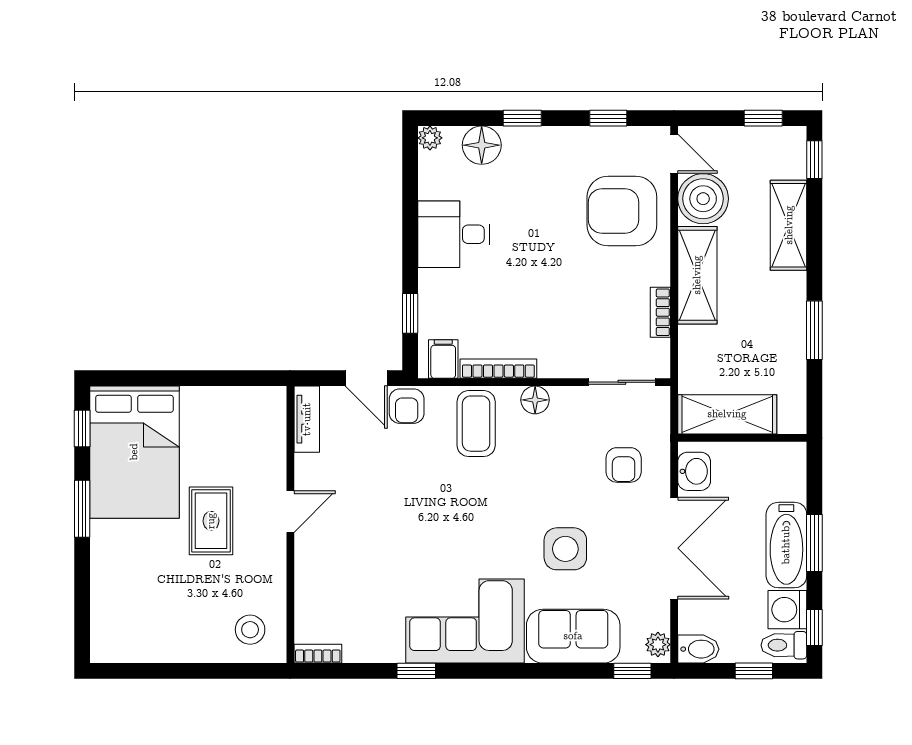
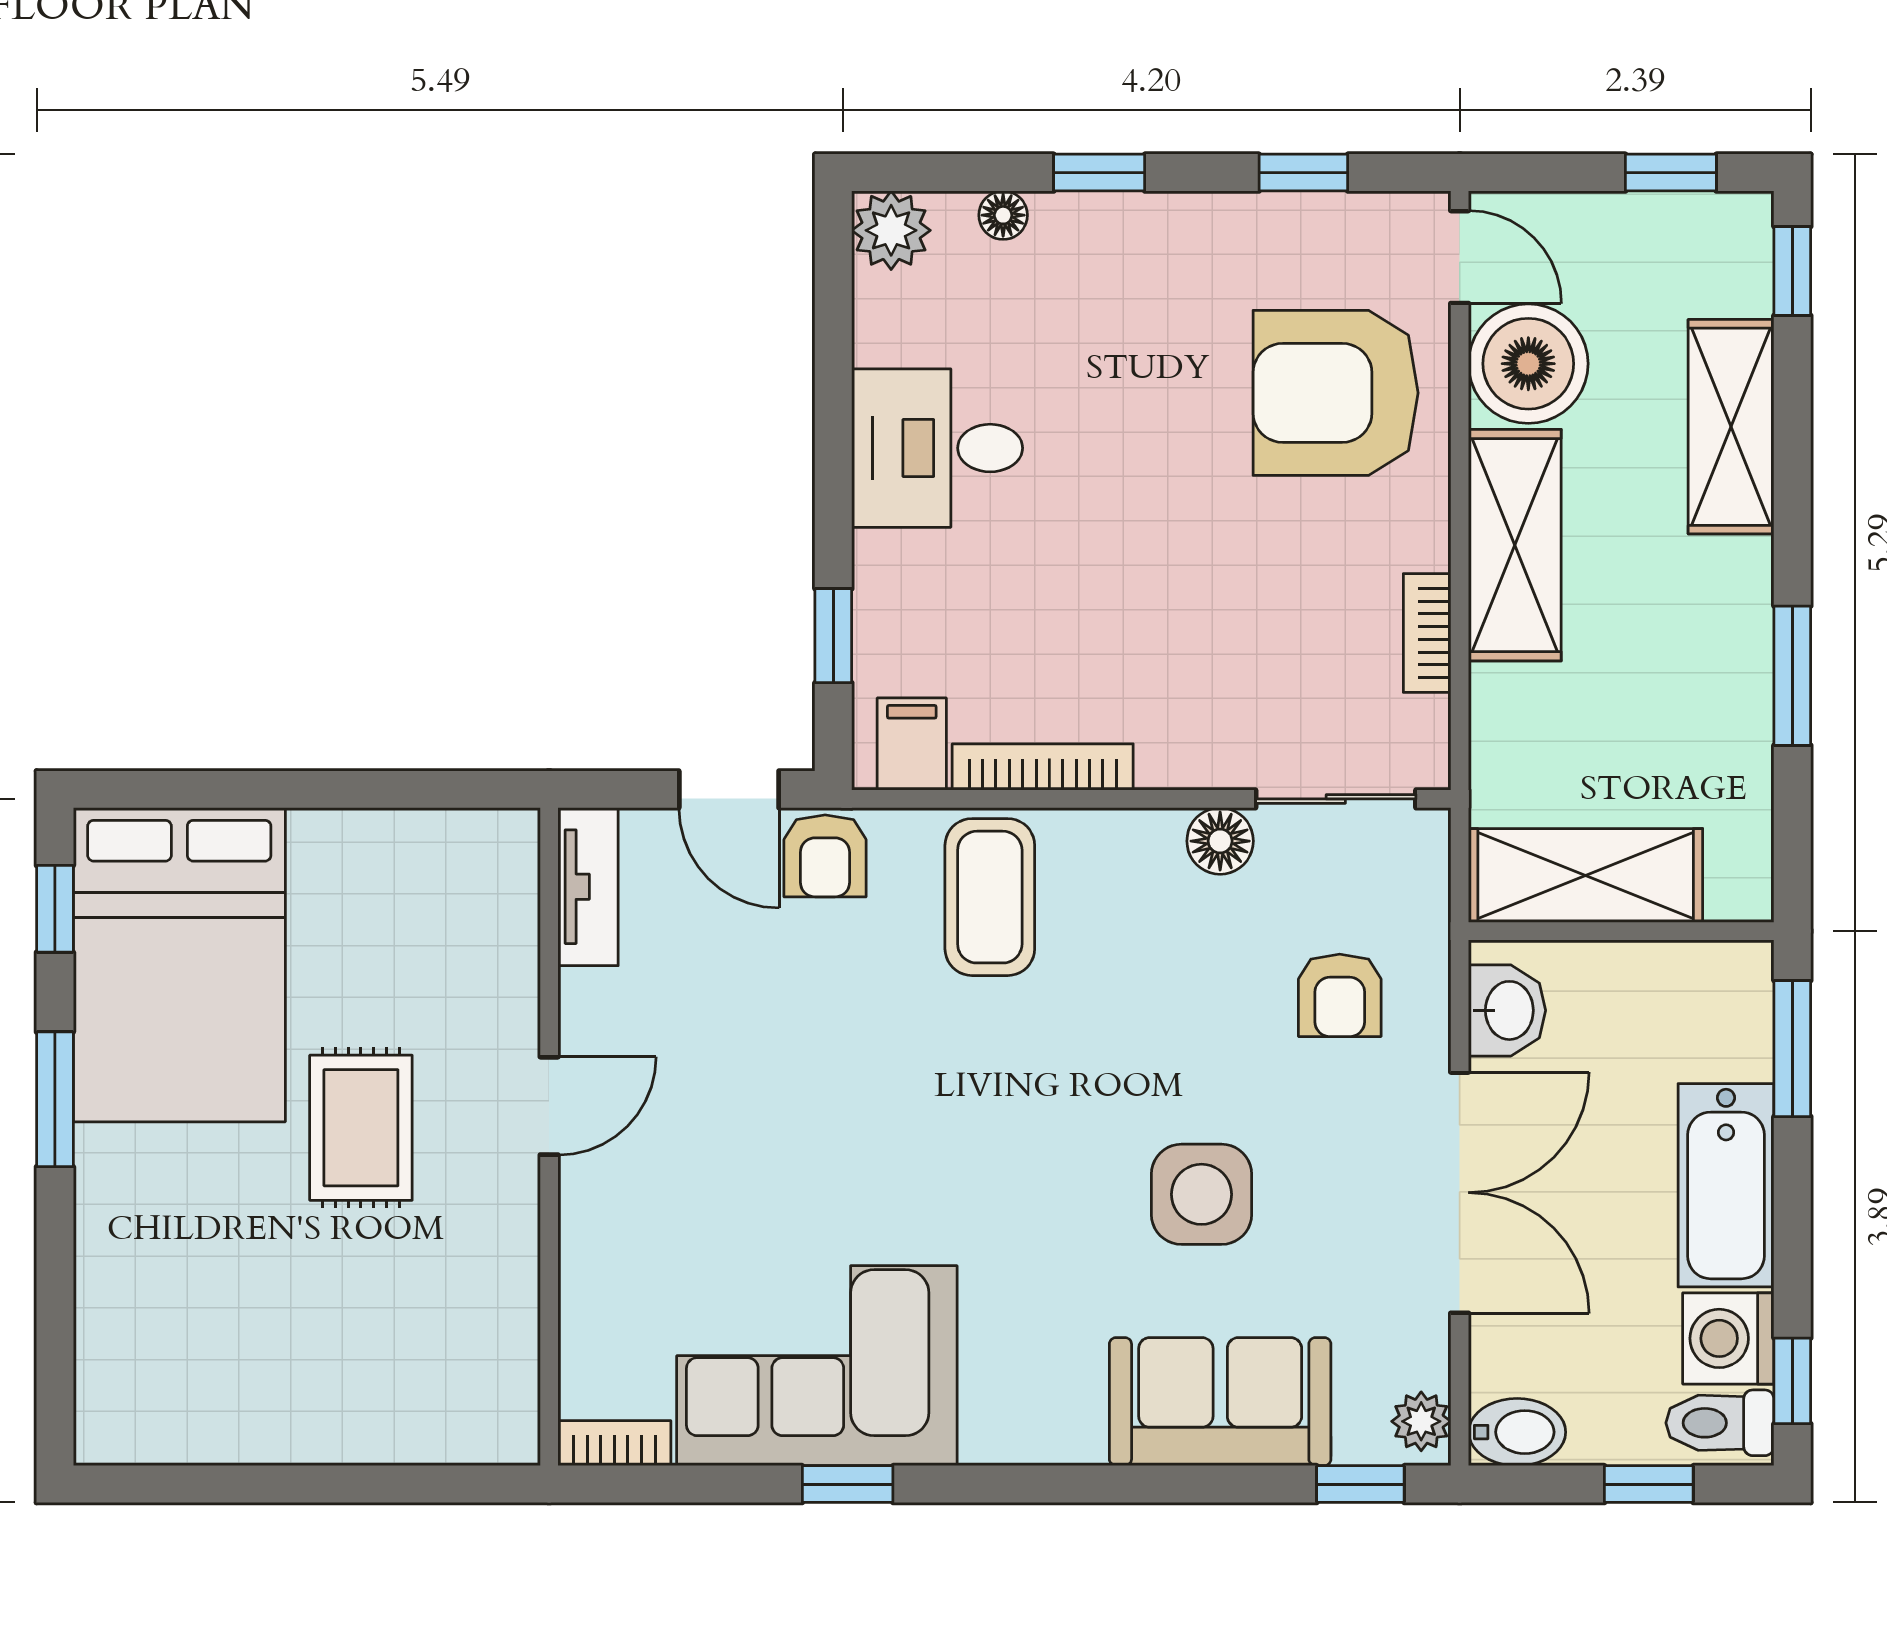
plant: (430, 138) -> (891, 230), width x1.38, depth x1.38
floor lamp: (482, 145) -> (1003, 215), width x0.53, depth x0.53
floor lamp: (535, 400) -> (1220, 841), moved
window: (814, 543) -> (1792, 1049), moved
corner sofa: (465, 621) -> (817, 1366), moved
stool: (250, 630) -> (454, 1386), removed

